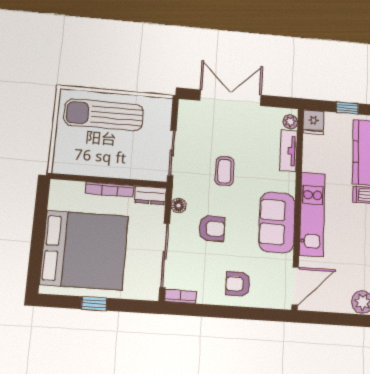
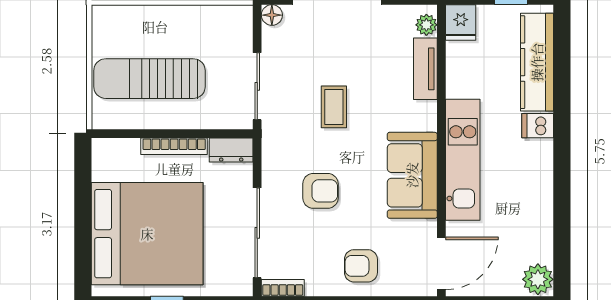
sun lounger: (104, 115) -> (149, 79), moved
floor lamp: (179, 206) -> (272, 15), moved

